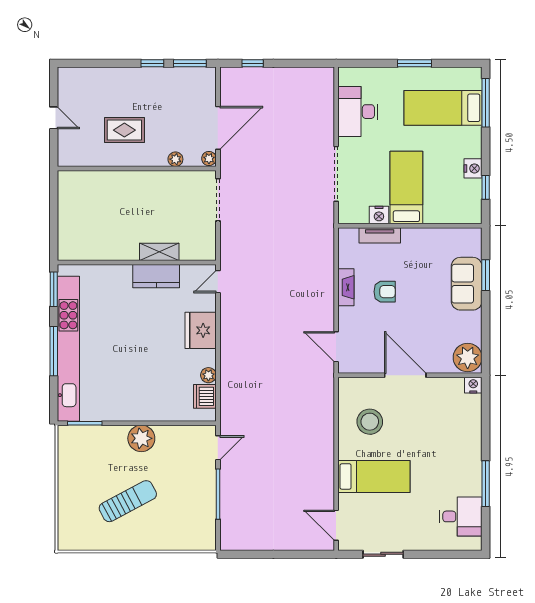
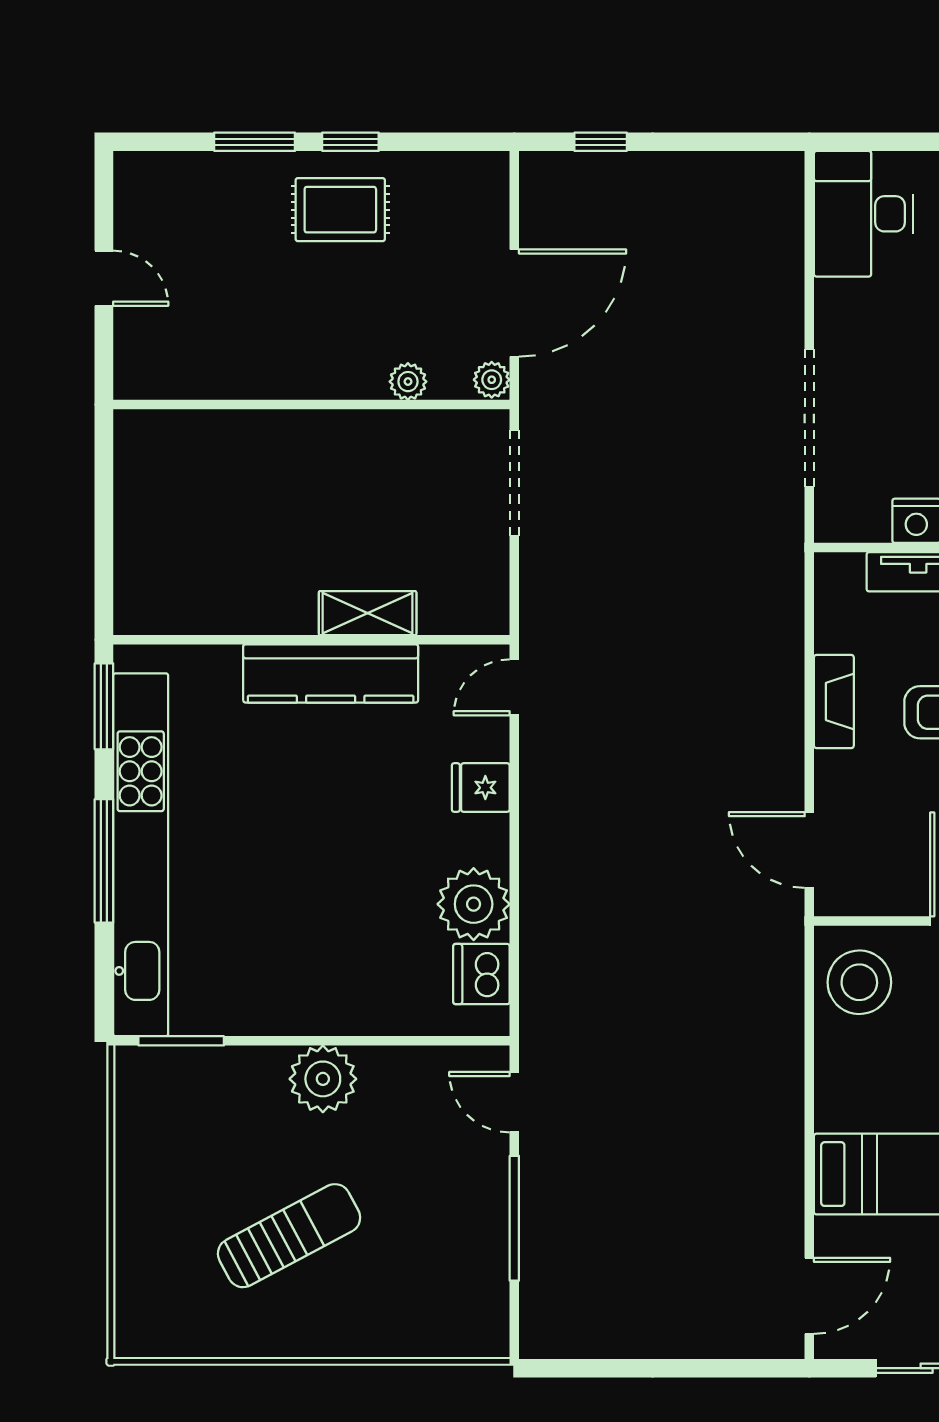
window: (190, 63) -> (255, 142), moved
desk: (358, 112) -> (863, 214), moved
rug: (124, 130) -> (340, 210), moved
kitchen counter: (156, 276) -> (331, 673), width x1.50
fridge: (201, 330) -> (481, 788), width x0.53, depth x0.75
plant: (208, 375) -> (474, 904), width x1.87, depth x1.87
stool: (370, 422) -> (859, 982), moved
door: (218, 448) -> (514, 1102), swing flipped
door: (336, 525) -> (809, 1296), swing flipped

